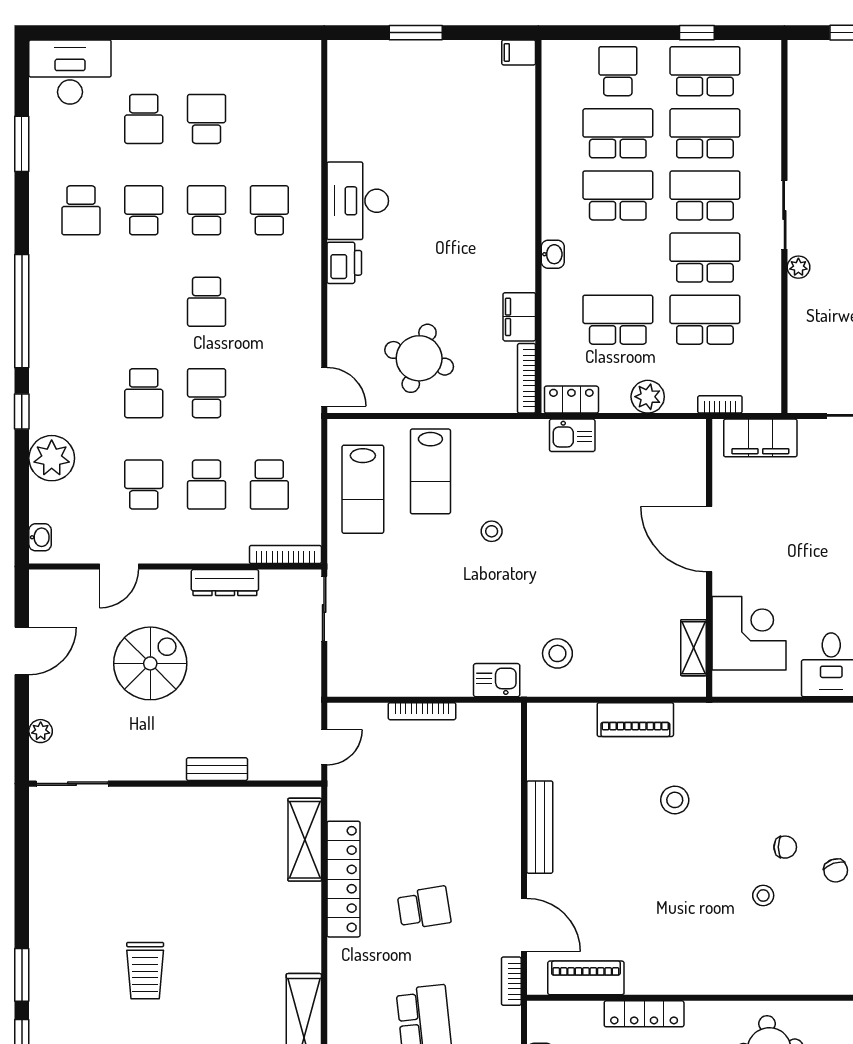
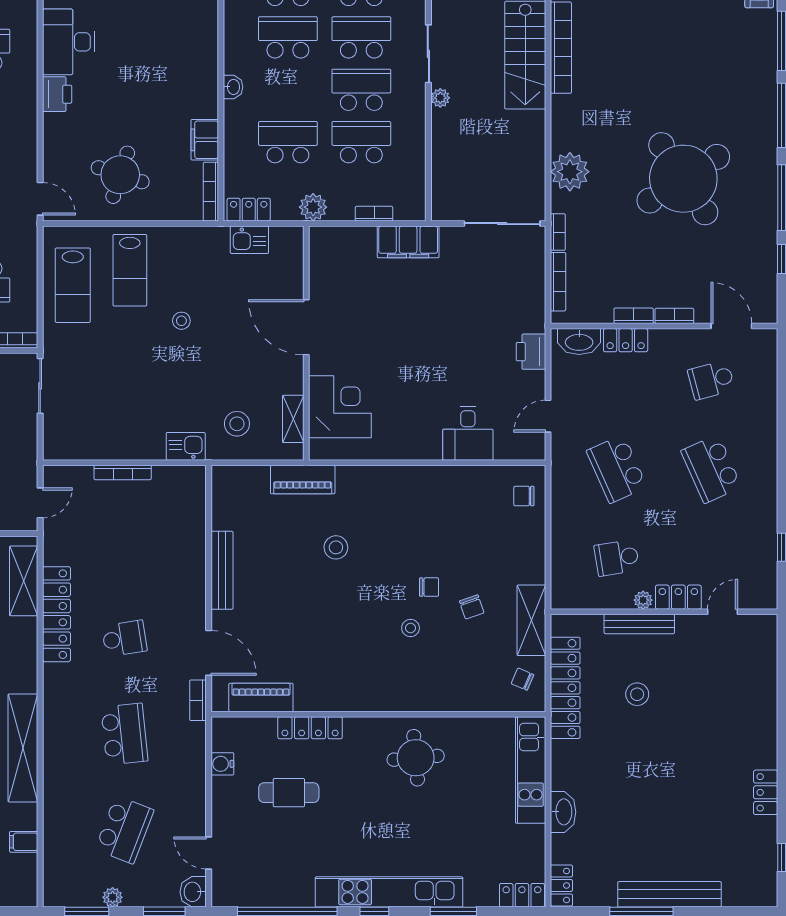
door: (709, 539) -> (306, 327), moved
wall: (709, 558) -> (306, 343), moved
corner desk: (749, 633) -> (340, 407), moved
shelving: (694, 648) -> (293, 419), moved

